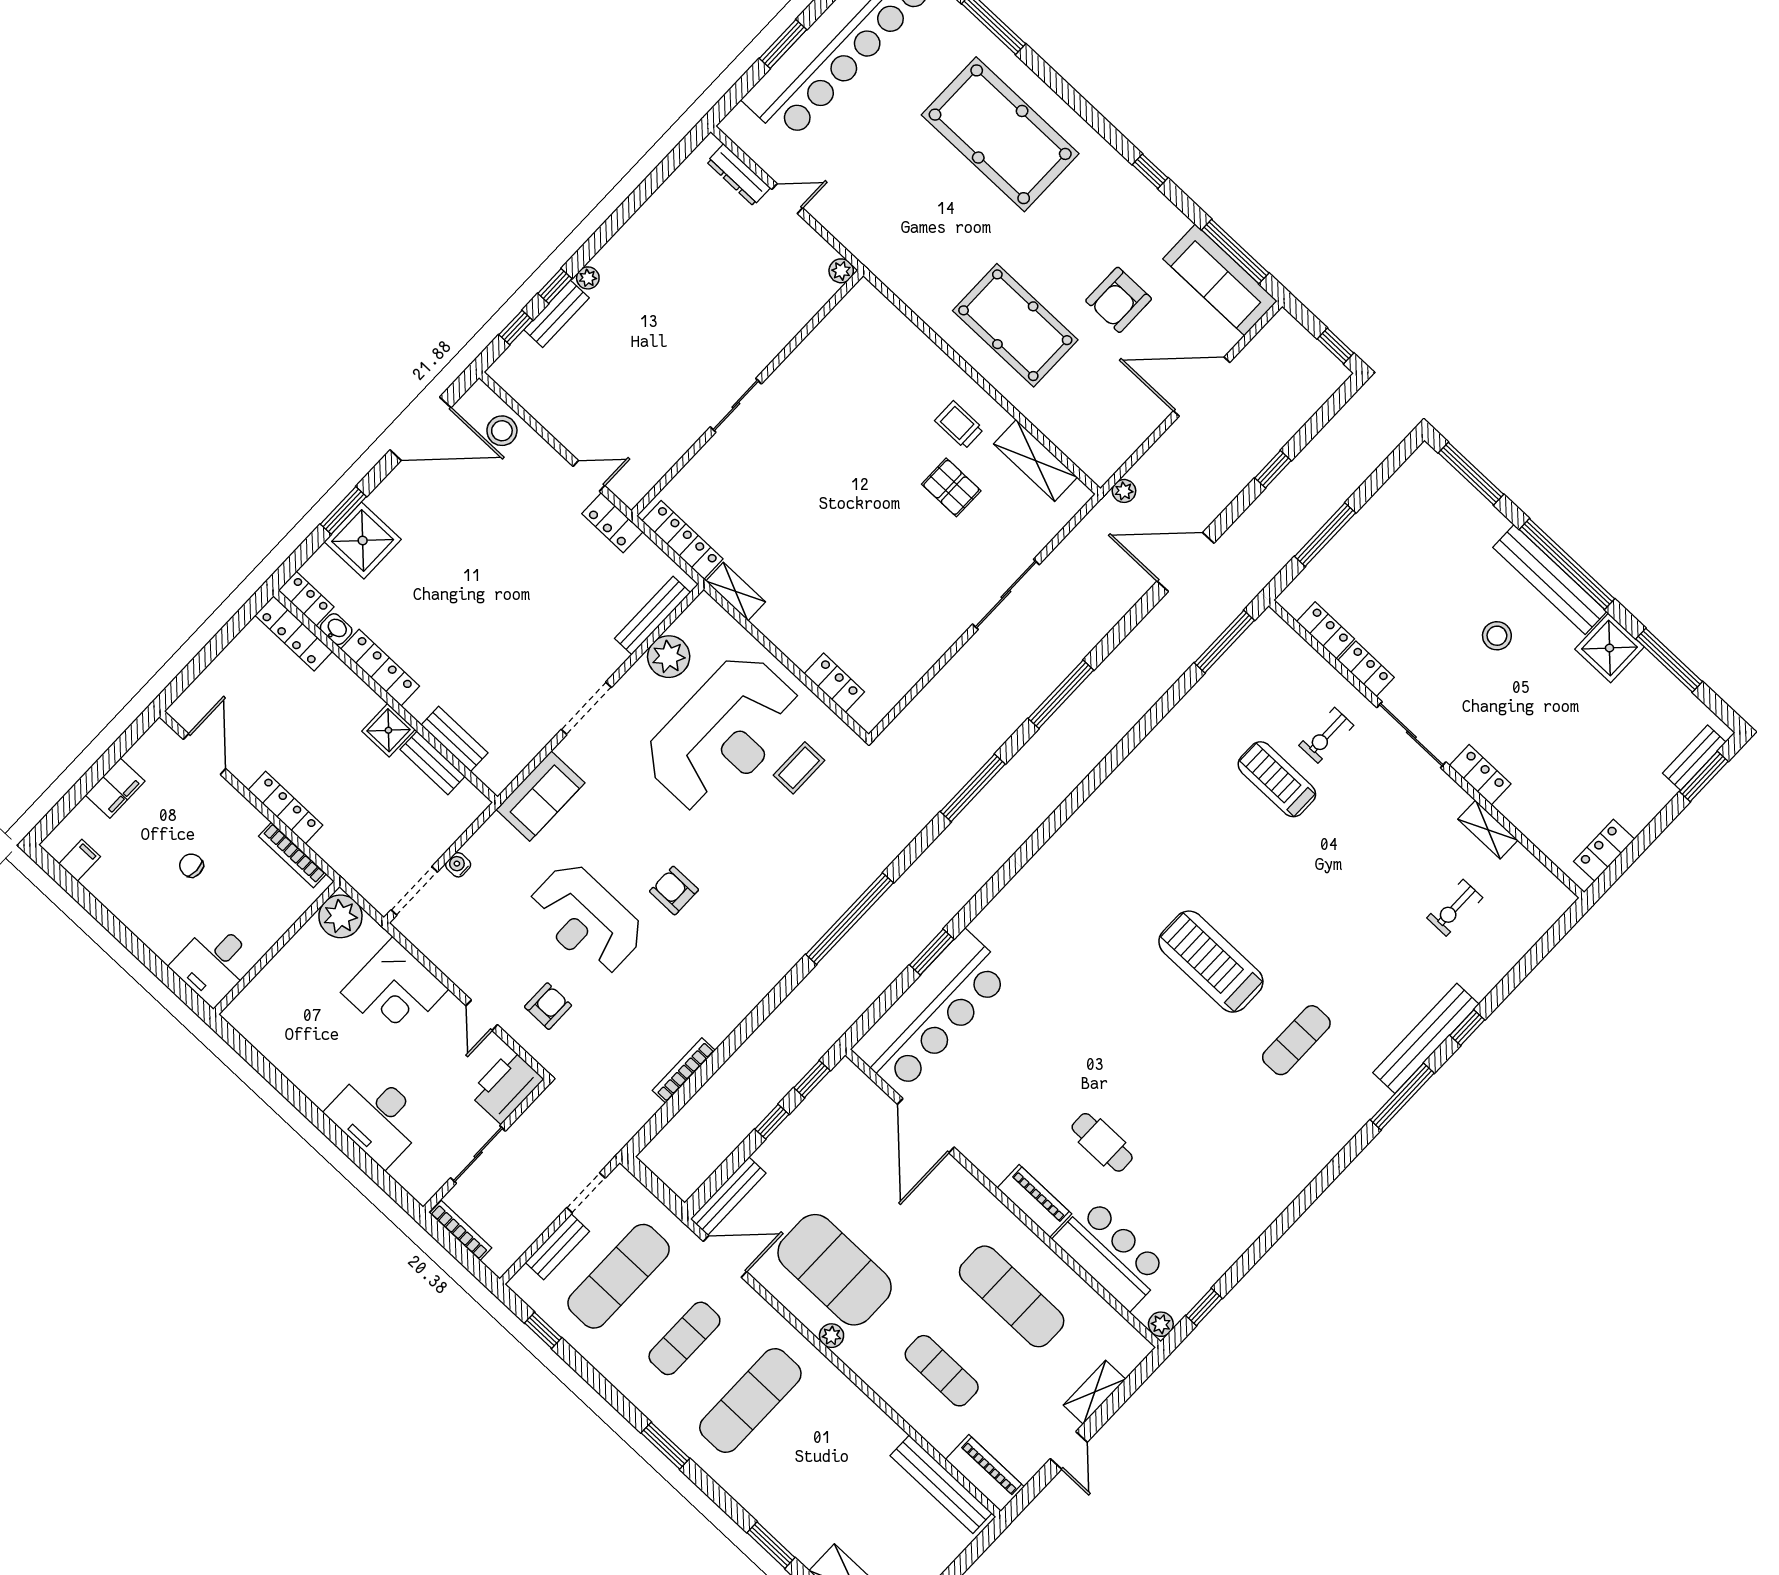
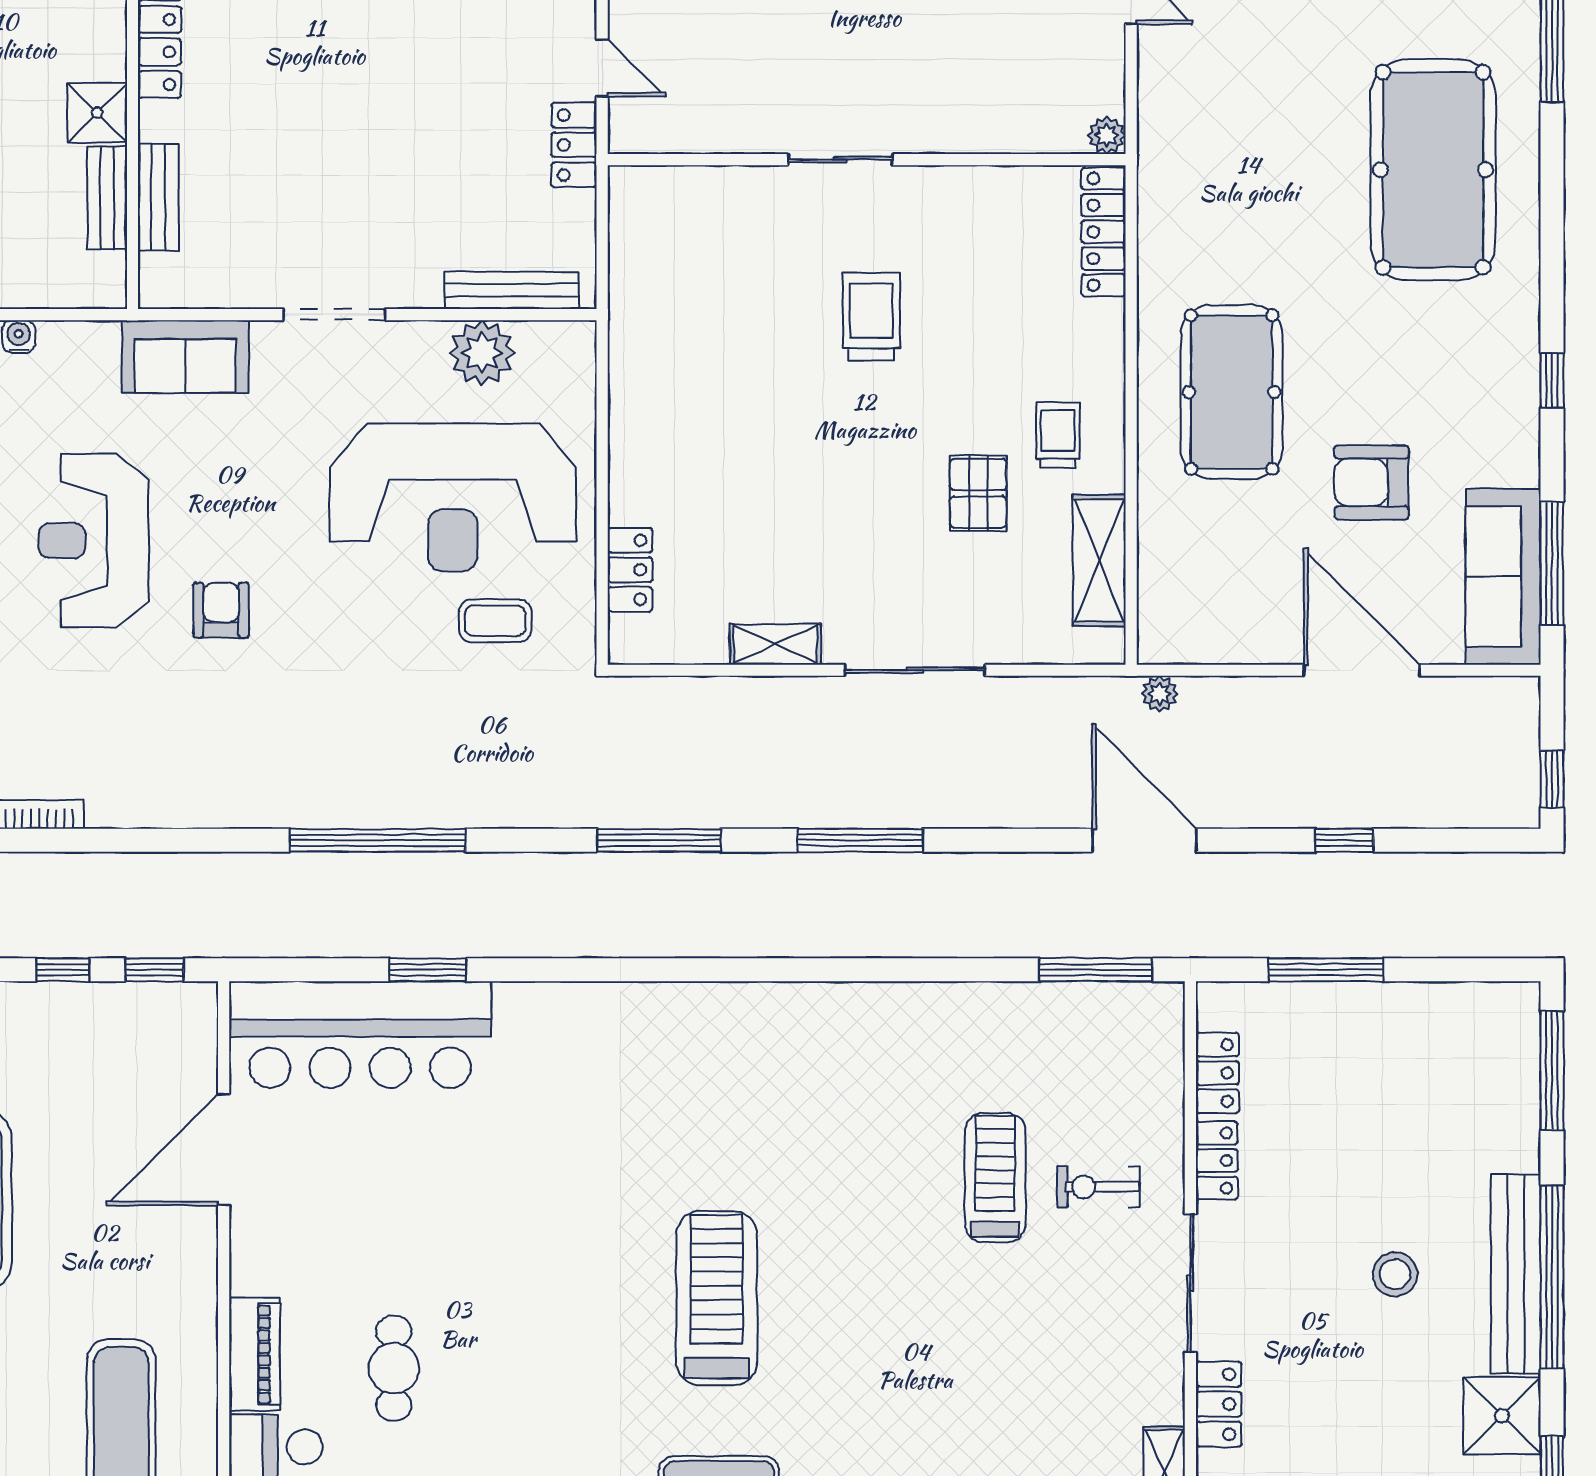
trolley: (822, 460) -> (871, 317), added
locker: (682, 540) -> (1103, 232), moved, turned 180
shelving: (736, 591) -> (775, 644), moved, turned 90

